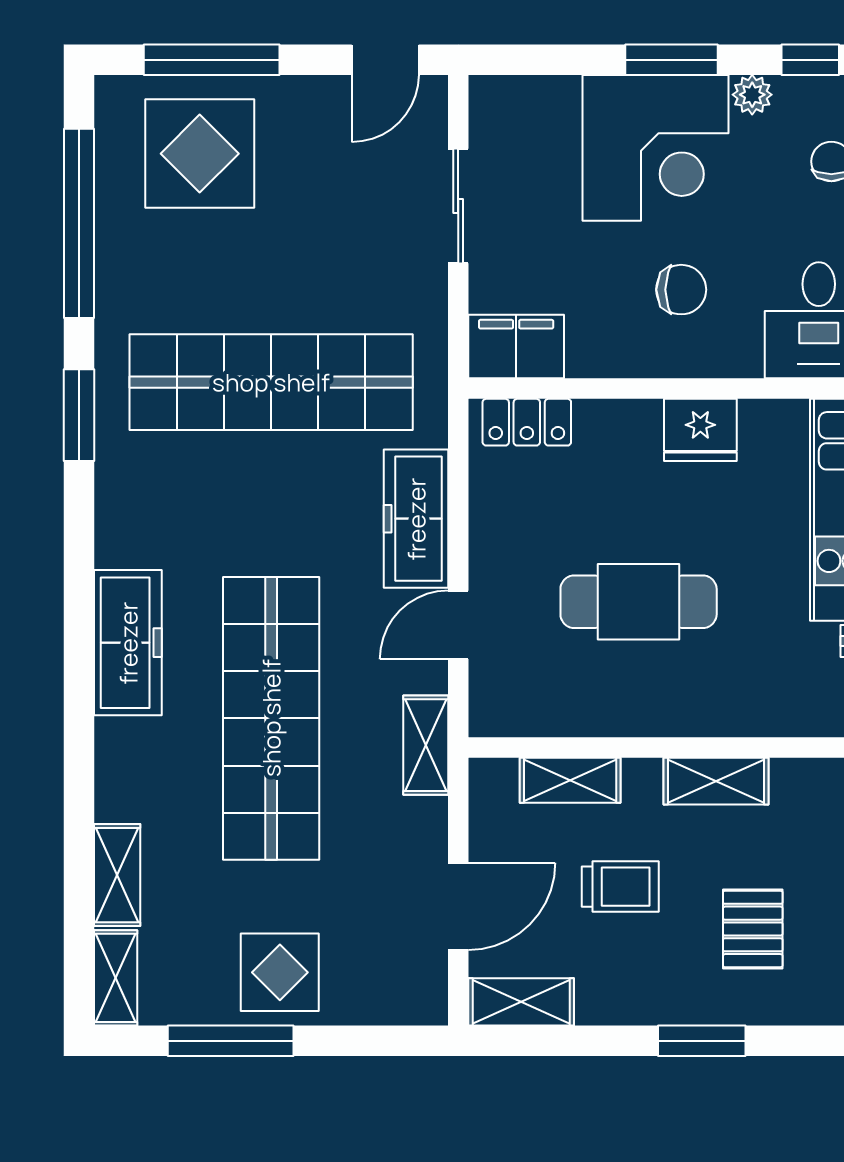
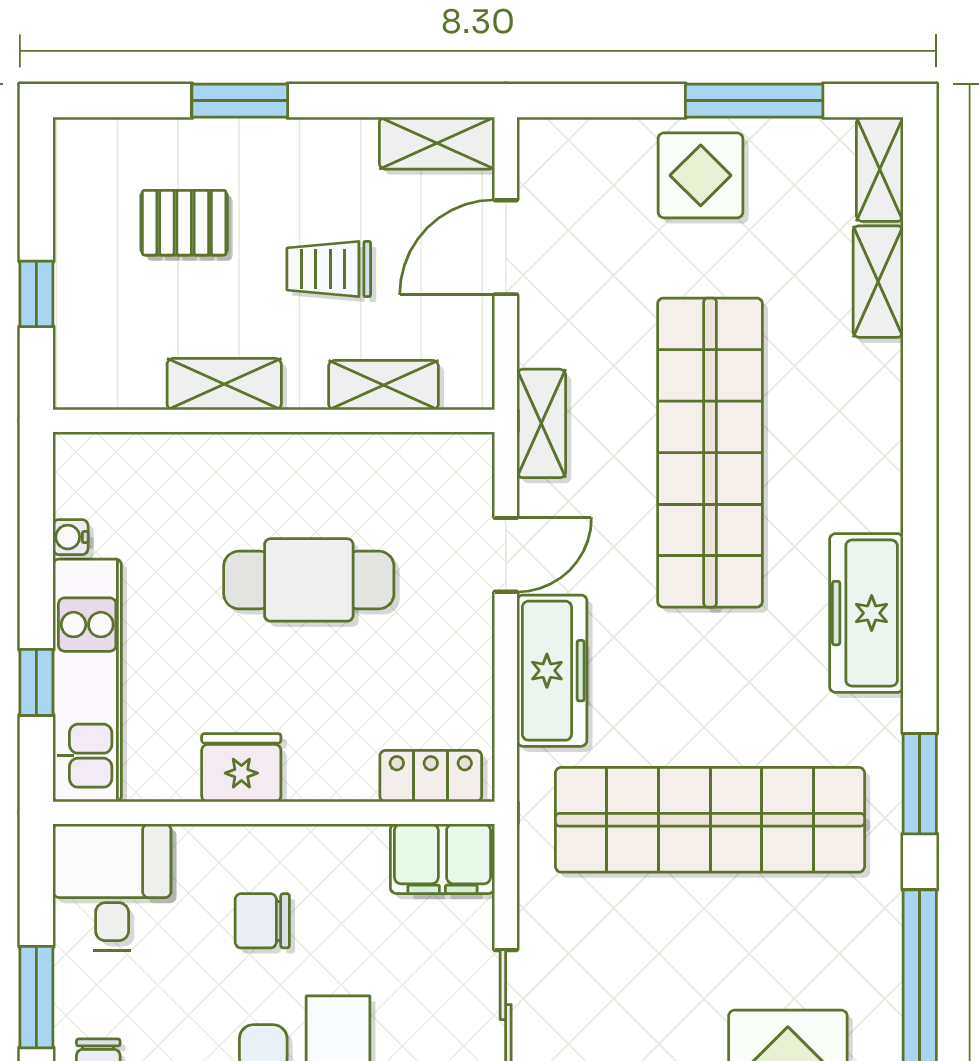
freezer: (128, 643) -> (866, 613), moved
pallet: (753, 929) -> (184, 223), turned 90

